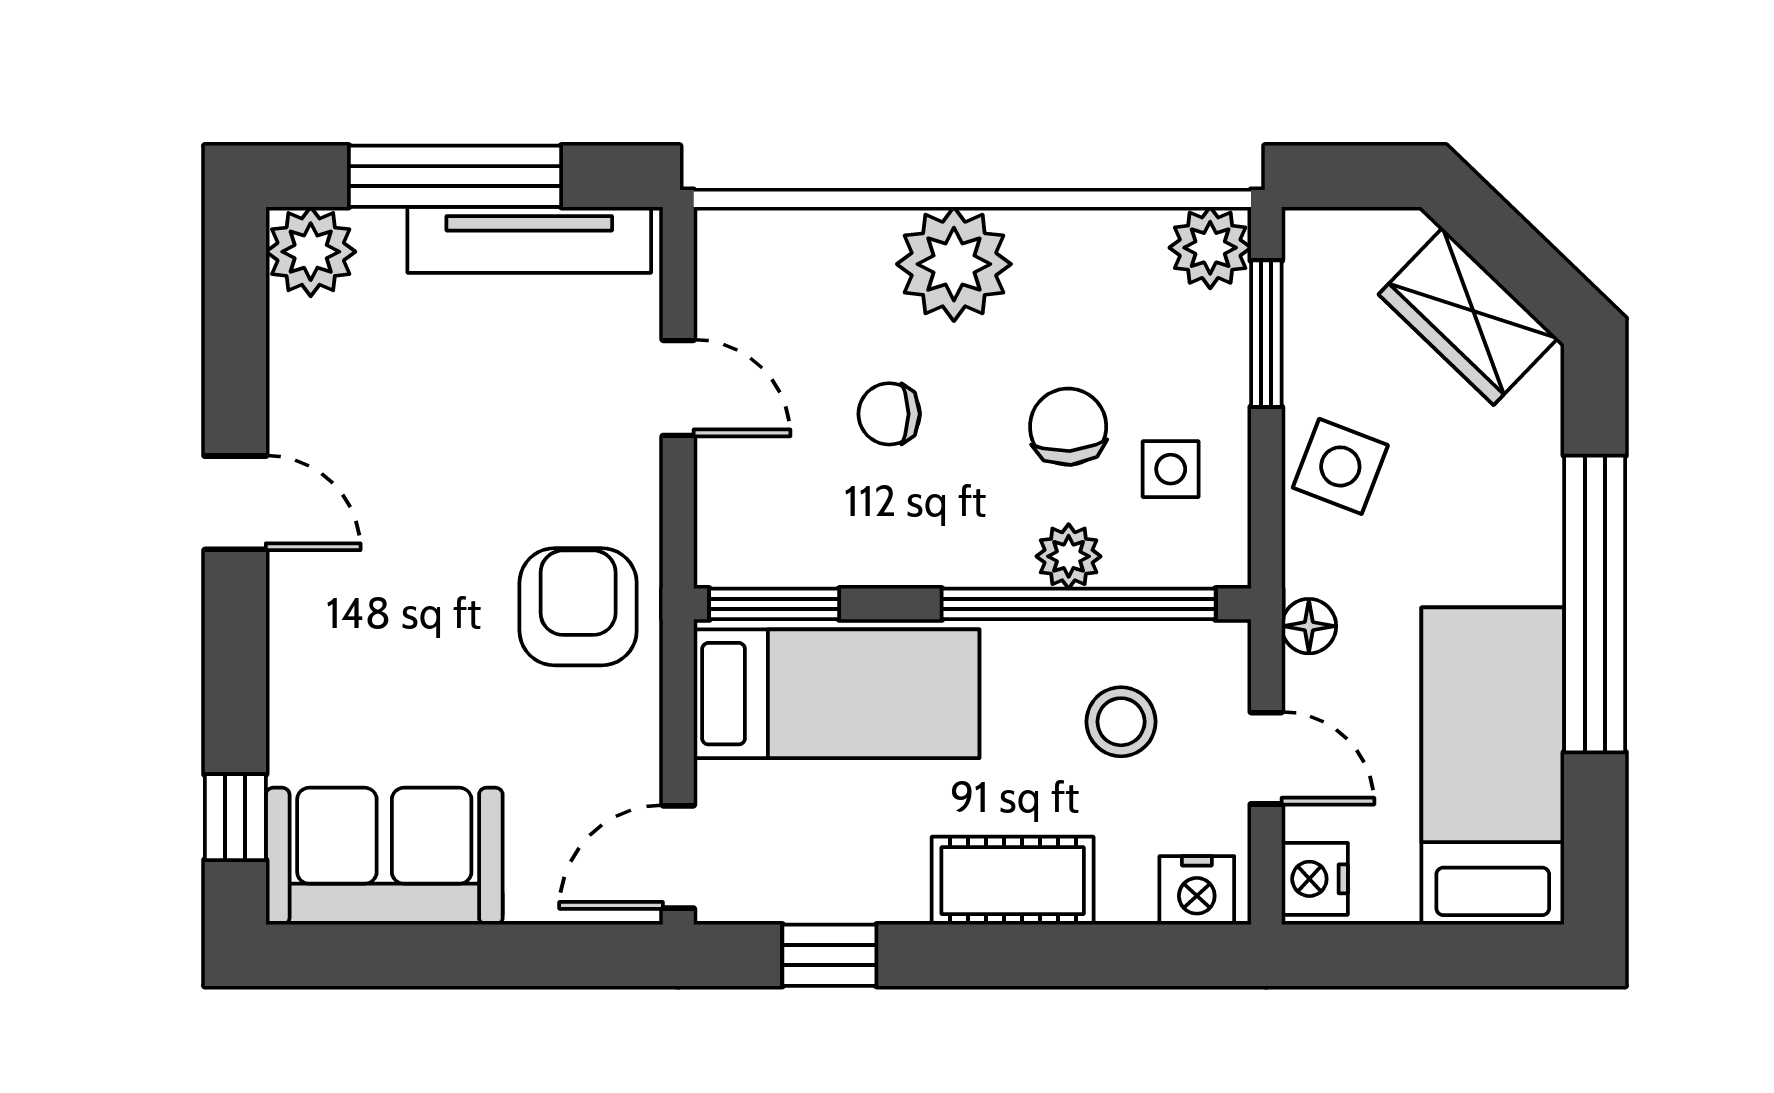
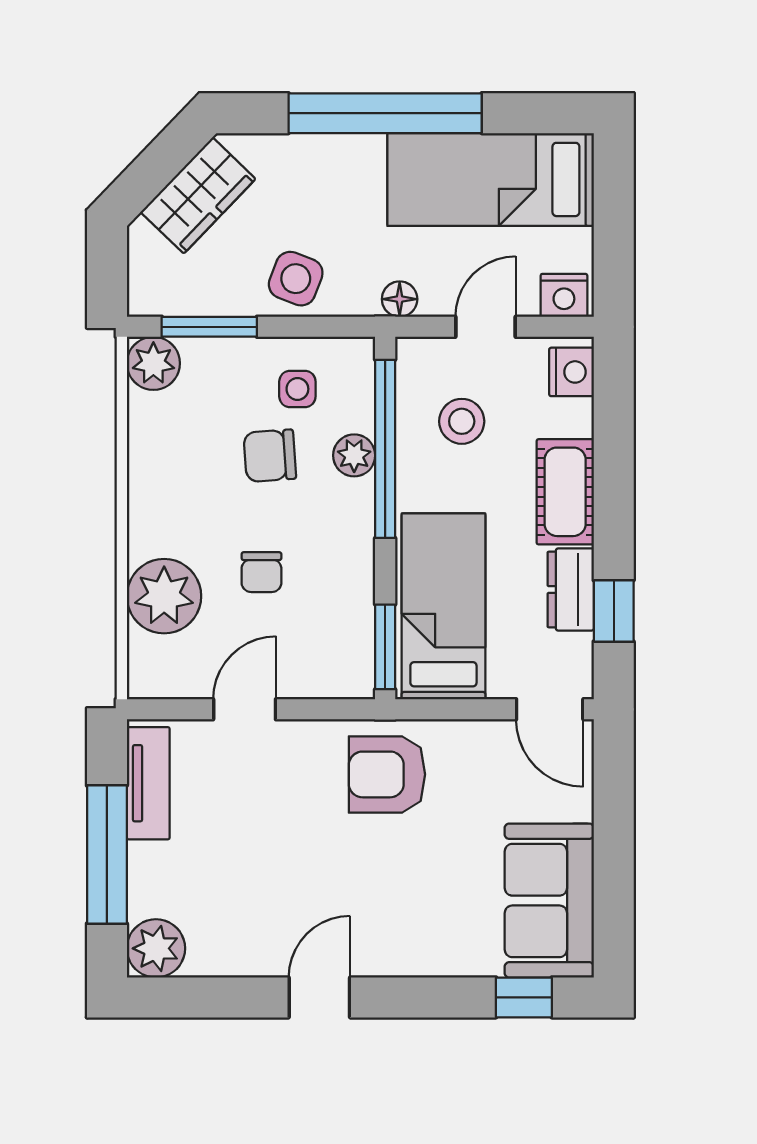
tv unit: (529, 240) -> (148, 783), width x0.71
plant: (954, 264) -> (164, 596), moved
dresser: (862, 889) -> (571, 589), added

